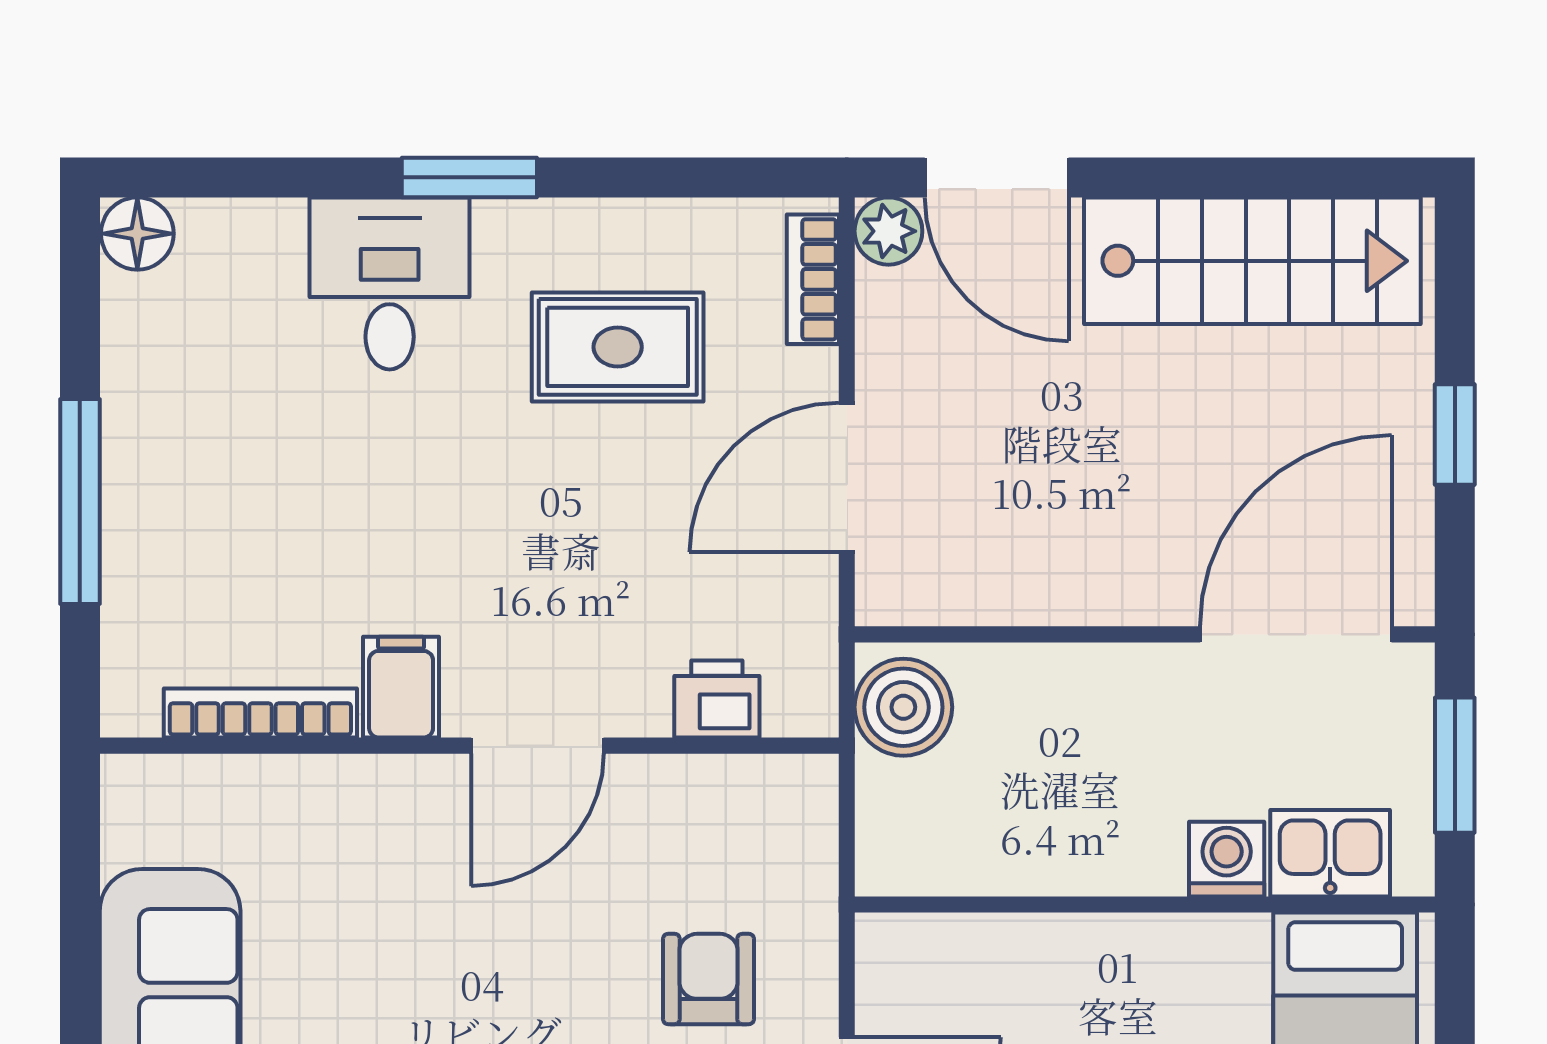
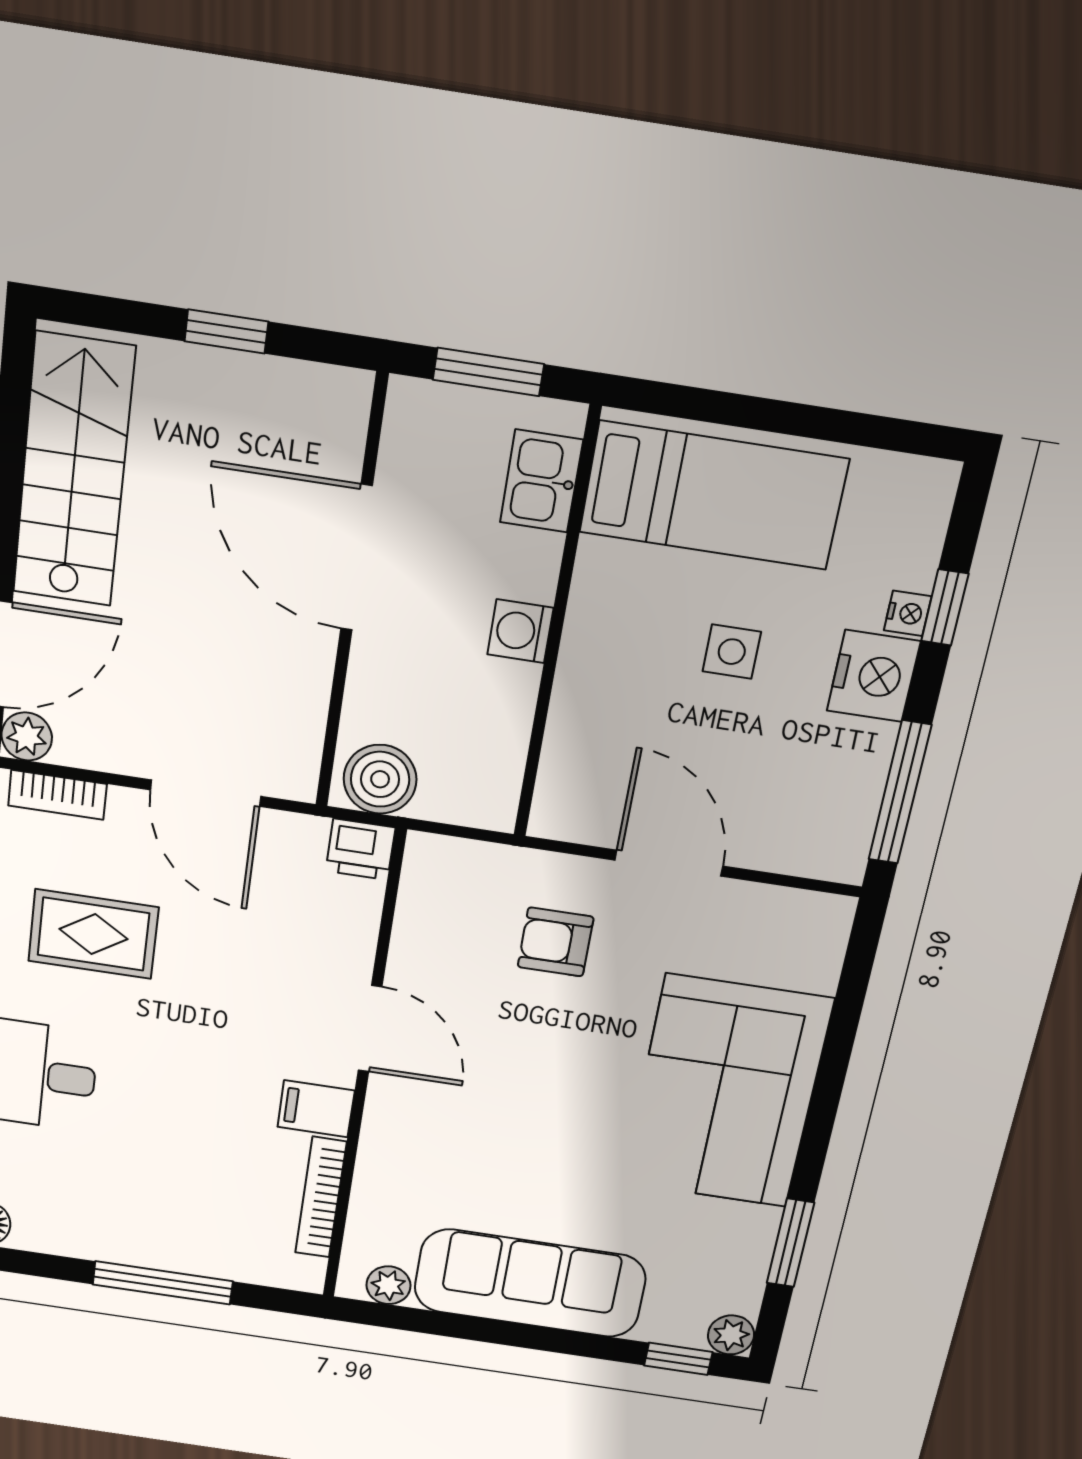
rug: (618, 347) -> (93, 934), turned 90
door: (1296, 634) -> (356, 558), moved
printer: (717, 699) -> (360, 849), moved, turned -90
plant: (132, 830) -> (388, 1285), added
washing machine: (1227, 859) -> (520, 631), moved

